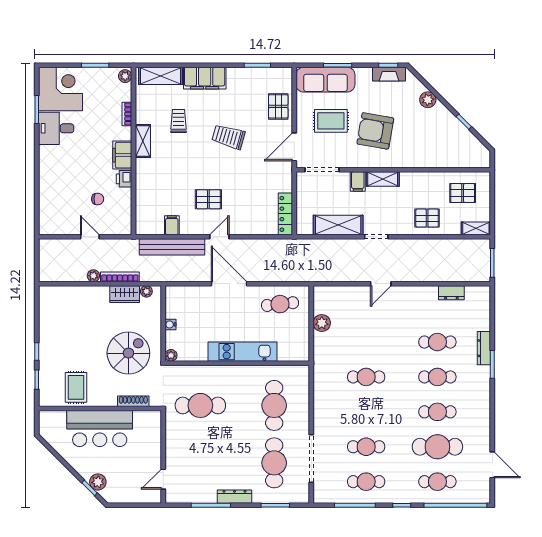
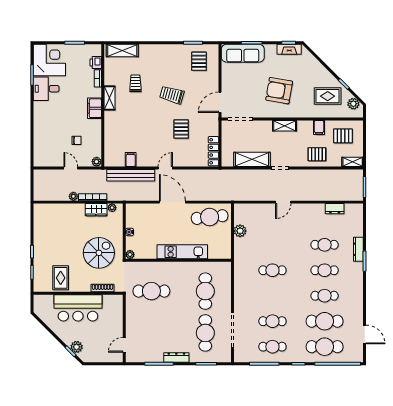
plant: (125, 76) -> (97, 162), moved
filing cabinet: (205, 78) -> (155, 52), removed
plant: (428, 100) -> (353, 104), moved
pallet: (278, 106) -> (199, 61), moved
rug: (331, 121) -> (328, 96), moved
printer: (124, 179) -> (96, 63), moved
filing cabinet: (358, 181) -> (319, 128), moved
pallet: (208, 199) -> (181, 129), moved, turned 90
cafe table: (280, 304) -> (210, 217), width x1.37, depth x1.35
cafe table: (437, 482) -> (325, 347), width x1.37, depth x1.35

